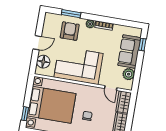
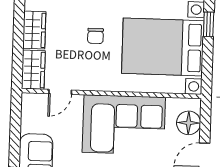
plant: (129, 74) -> (31, 121), removed
door: (111, 88) -> (60, 92), swing flipped

